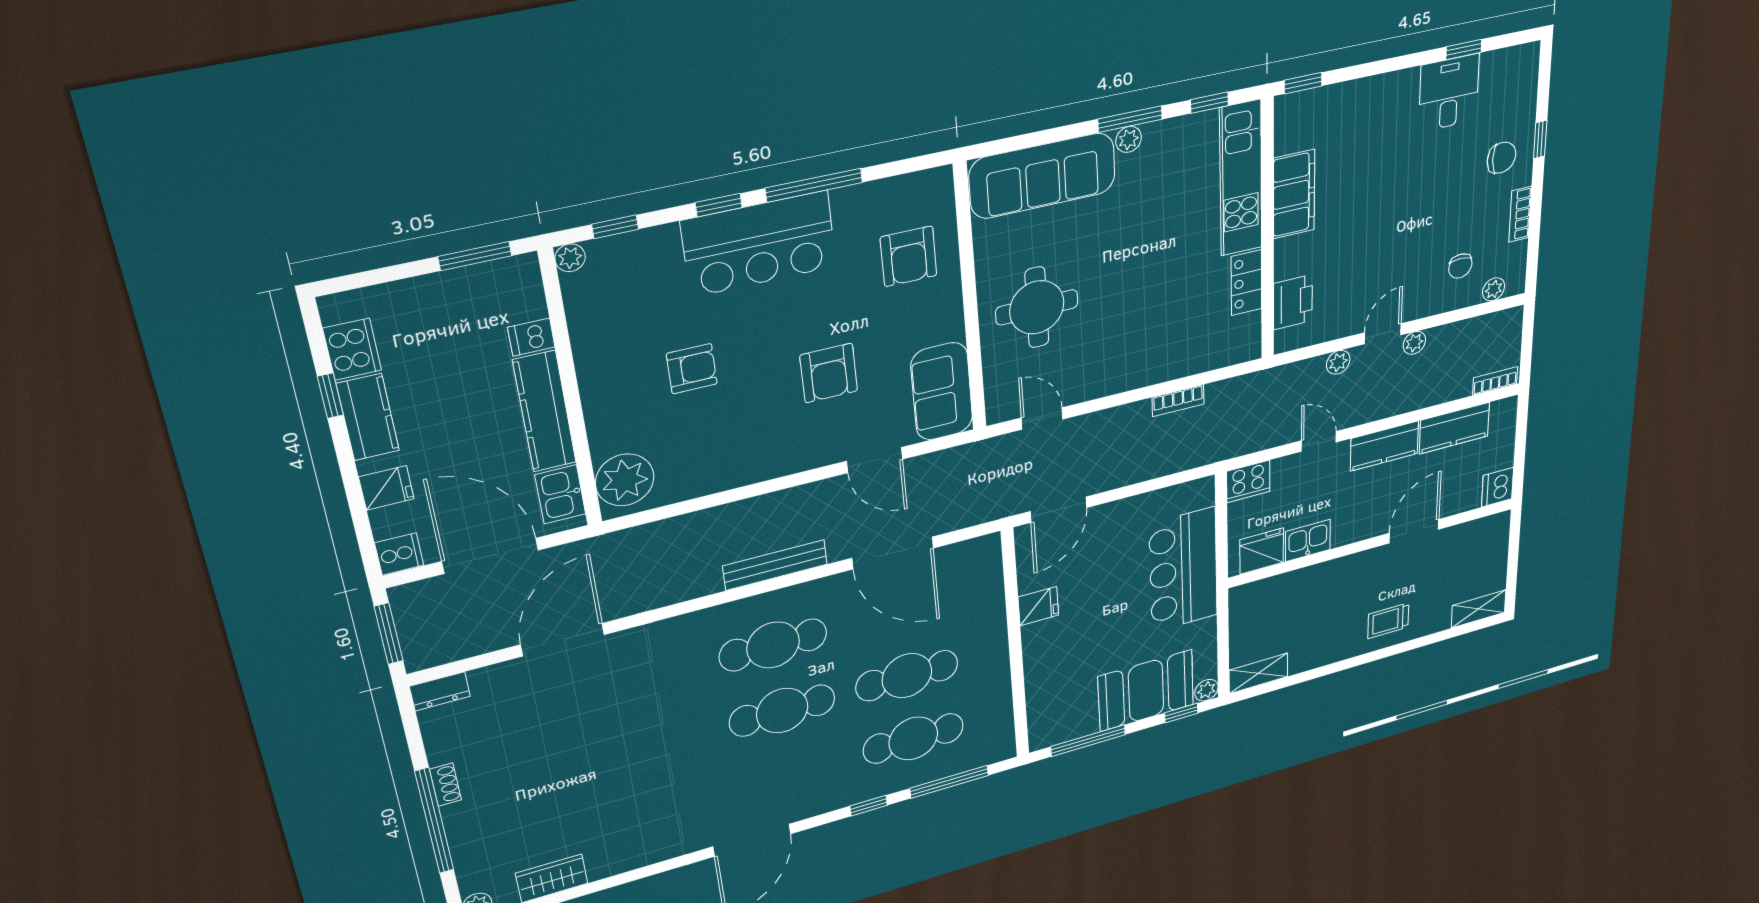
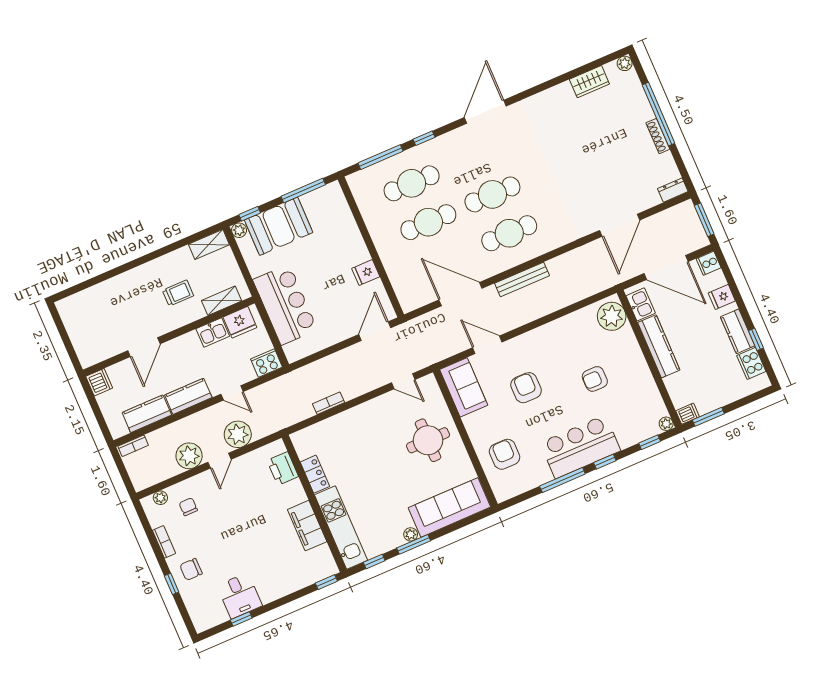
dishwasher: (531, 337) -> (688, 414), moved
plant: (1414, 343) -> (189, 456), width x1.88, depth x1.88
plant: (1338, 362) -> (238, 434), width x1.88, depth x1.88
shelving: (1479, 609) -> (222, 301), moved
trolley: (1388, 621) -> (178, 293), moved
shoe rack: (445, 785) -> (658, 136), width x1.43

